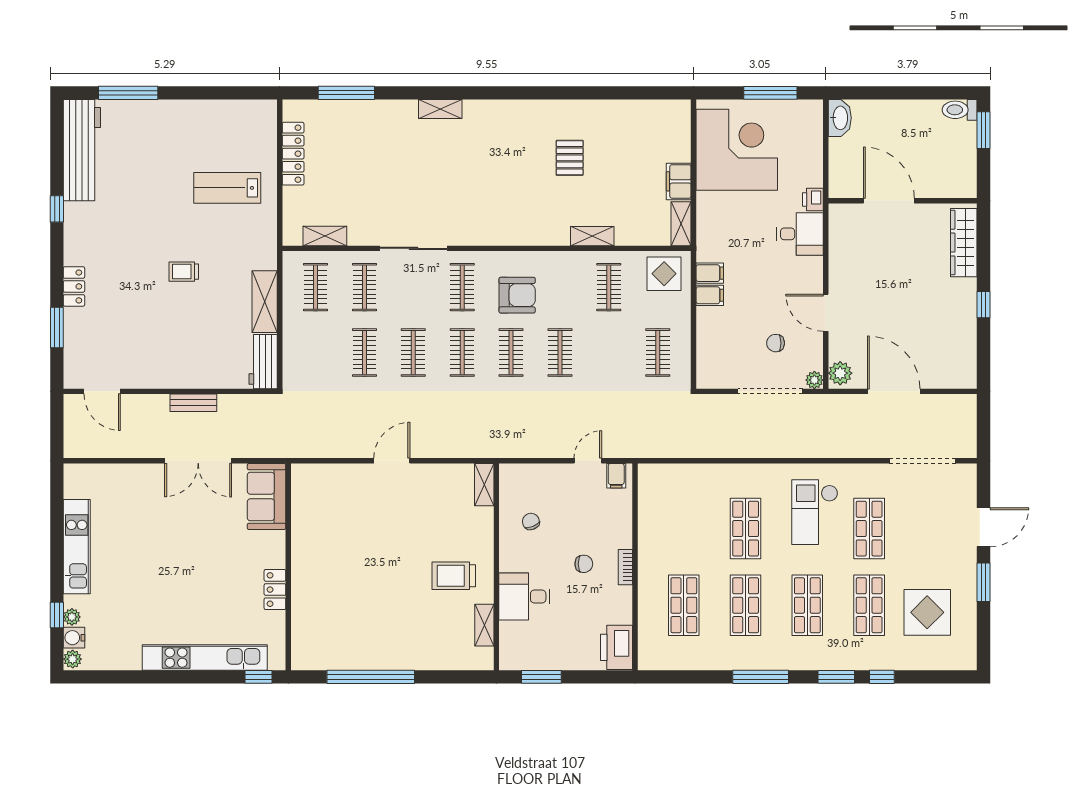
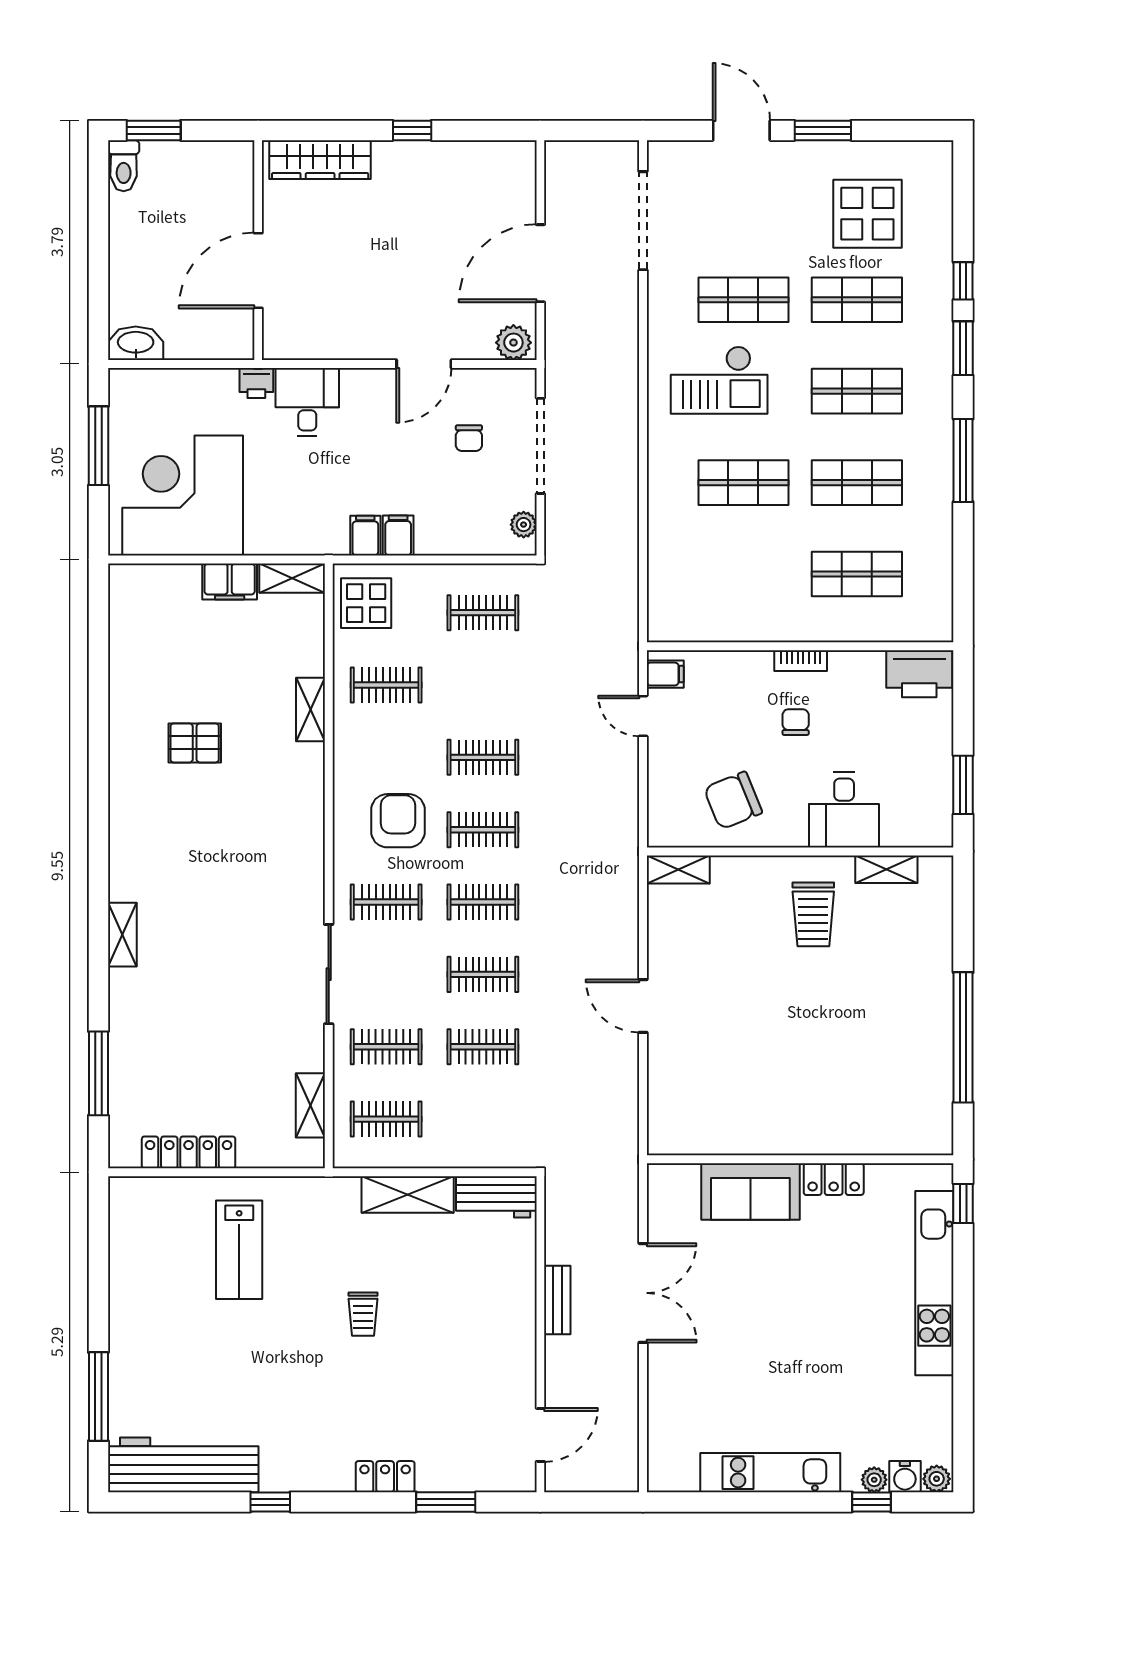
plant: (814, 380) -> (524, 525), moved
sofa: (267, 496) -> (750, 1192), moved
chair: (531, 521) -> (733, 800), width x1.87, depth x1.87

